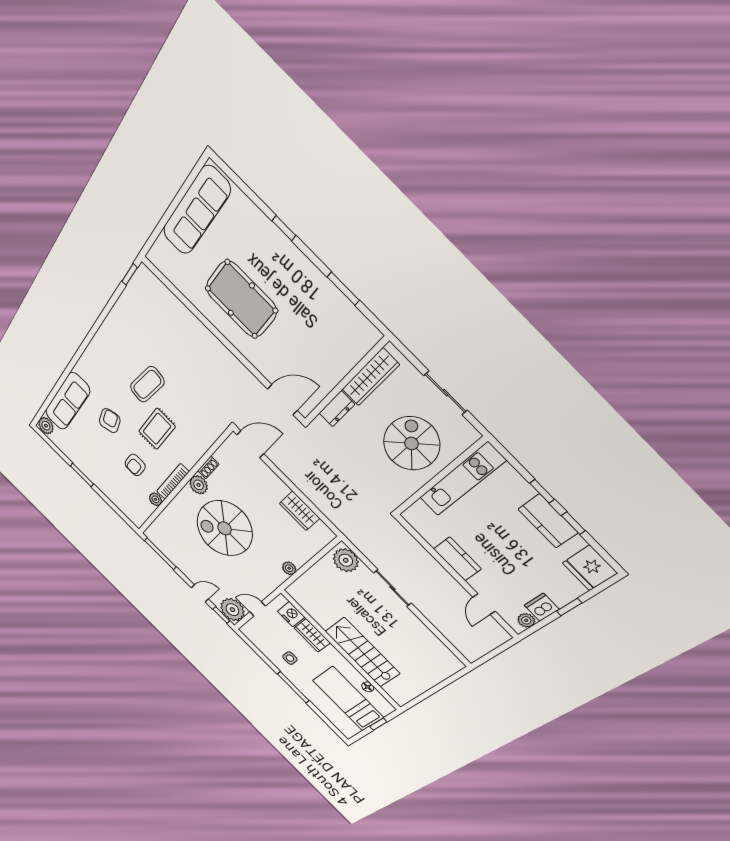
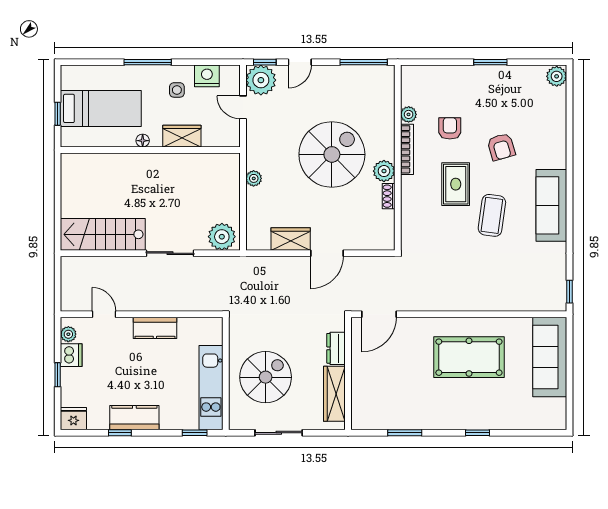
sofa: (196, 210) -> (550, 357), moved
sofa: (68, 401) -> (551, 205), moved
spiral stairs: (411, 443) -> (266, 377), turned -90
door: (250, 444) -> (327, 253), moved
window: (542, 491) -> (195, 433), moved
fridge: (590, 568) -> (73, 419), width x0.73, depth x0.75
door: (257, 609) -> (243, 107), swing flipped
nightstand: (291, 614) -> (207, 76), moved, turned 180
stairs: (362, 652) -> (103, 234), moved, turned 180
floor lamp: (368, 687) -> (143, 141), moved

